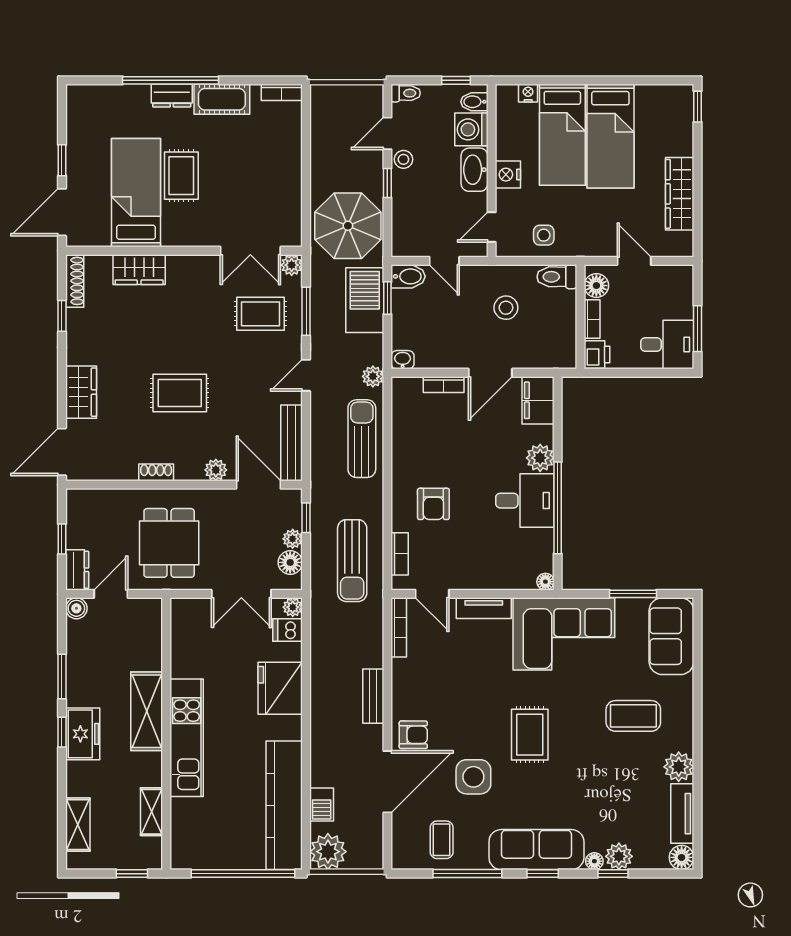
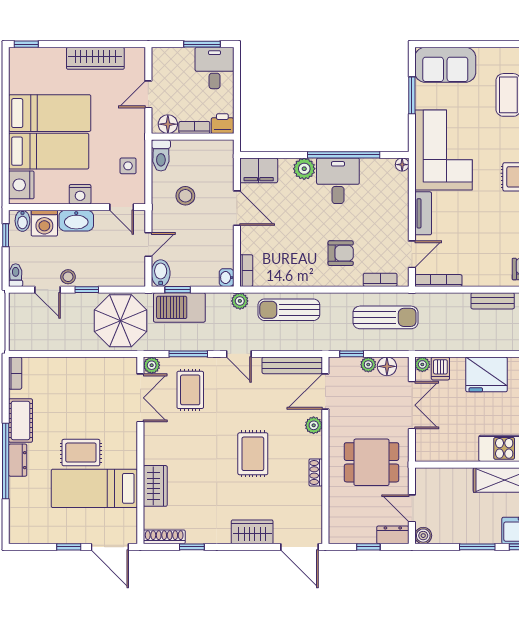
nightstand: (528, 93) -> (21, 185), width x1.89, depth x1.79
bookcase: (444, 385) -> (246, 271), moved

